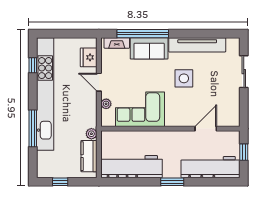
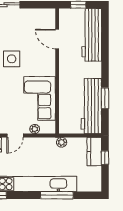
kitchen counter: (89, 156) -> (94, 152), moved, turned 90
window: (60, 182) -> (105, 158), moved
window: (172, 182) -> (105, 98), moved

